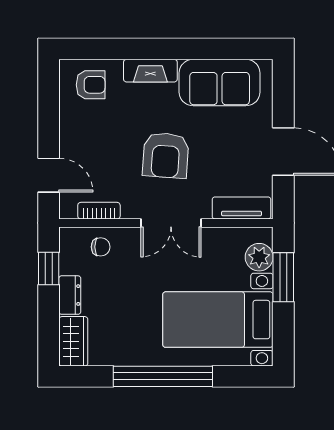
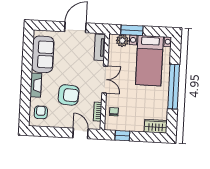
armchair: (166, 155) -> (69, 95), moved
door: (49, 175) -> (80, 133), hinge flipped
dresser: (70, 295) -> (135, 127), removed

